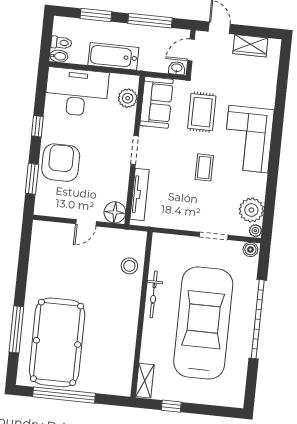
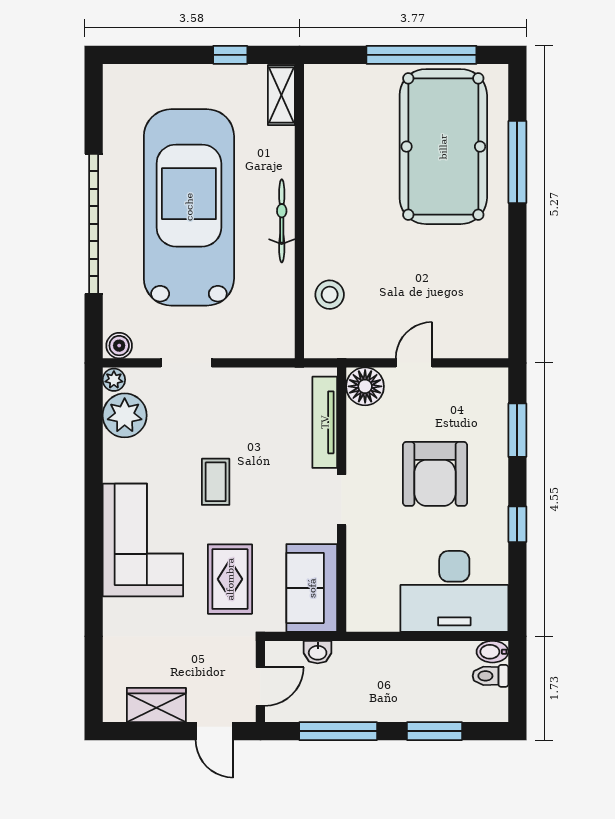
bathtub: (113, 56) -> (396, 661), removed
washbasin: (177, 68) -> (318, 652), moved
plant: (128, 98) -> (363, 590), removed
armchair: (61, 163) -> (435, 474), moved
bicycle: (154, 294) -> (282, 221), moved
car: (203, 323) -> (189, 207), turned 180

